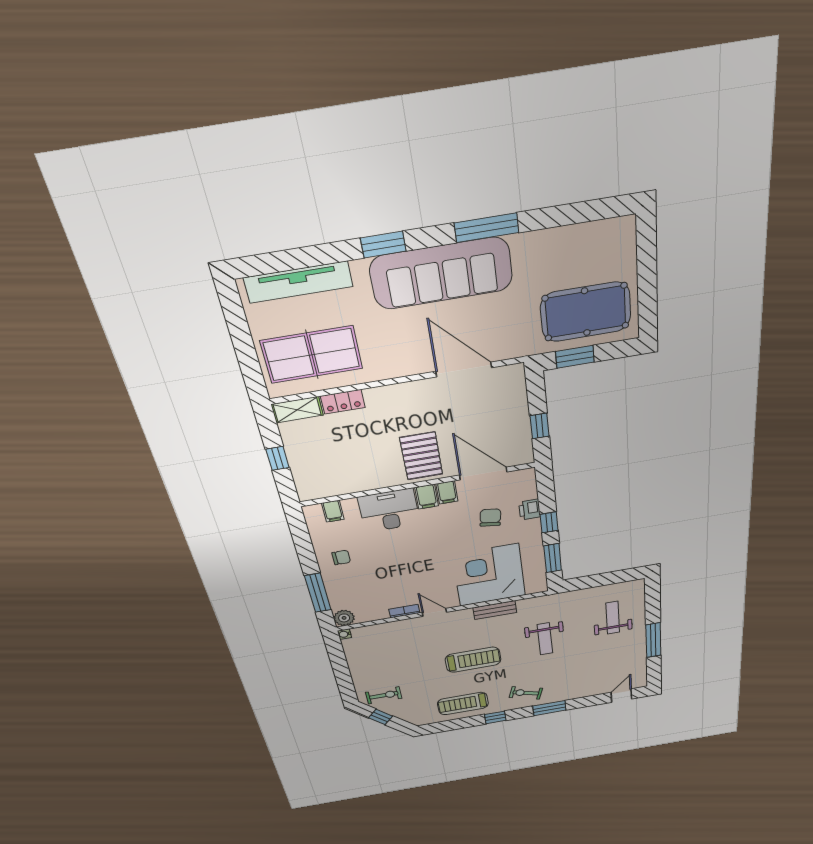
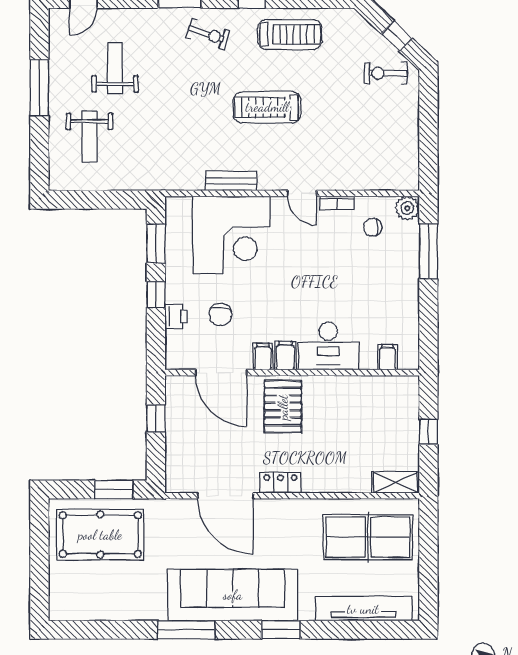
locker: (343, 402) -> (280, 483), moved
chair: (341, 557) -> (373, 227), moved
water cooler: (344, 634) -> (412, 183), removed
weight bench: (545, 639) -> (115, 69), moved

